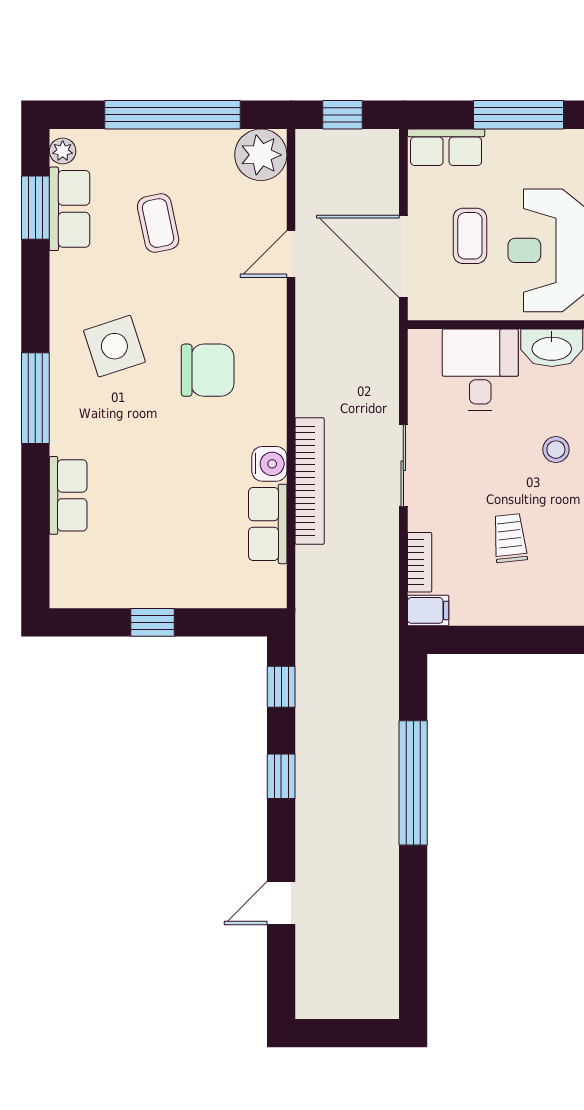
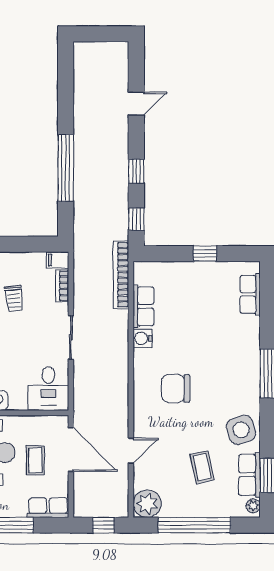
side table: (114, 346) -> (241, 430), moved
desk: (480, 370) -> (48, 389), moved
bookcase: (310, 481) -> (121, 275), moved
row of seats: (68, 495) -> (250, 294), moved

